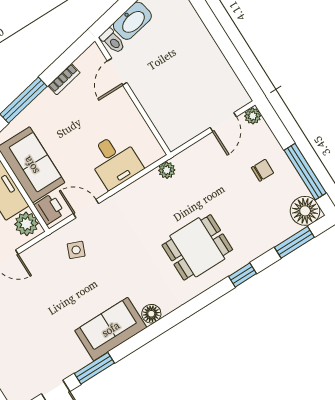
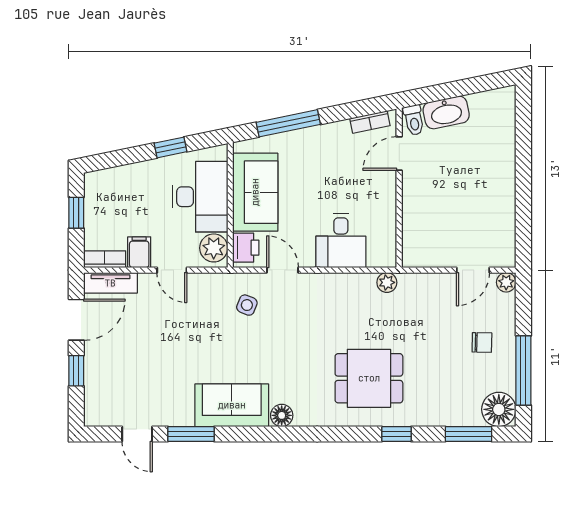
bookcase: (64, 79) -> (370, 122), moved

